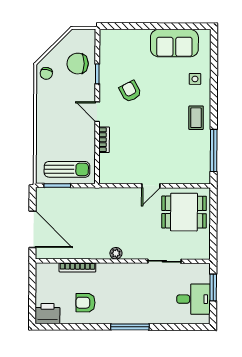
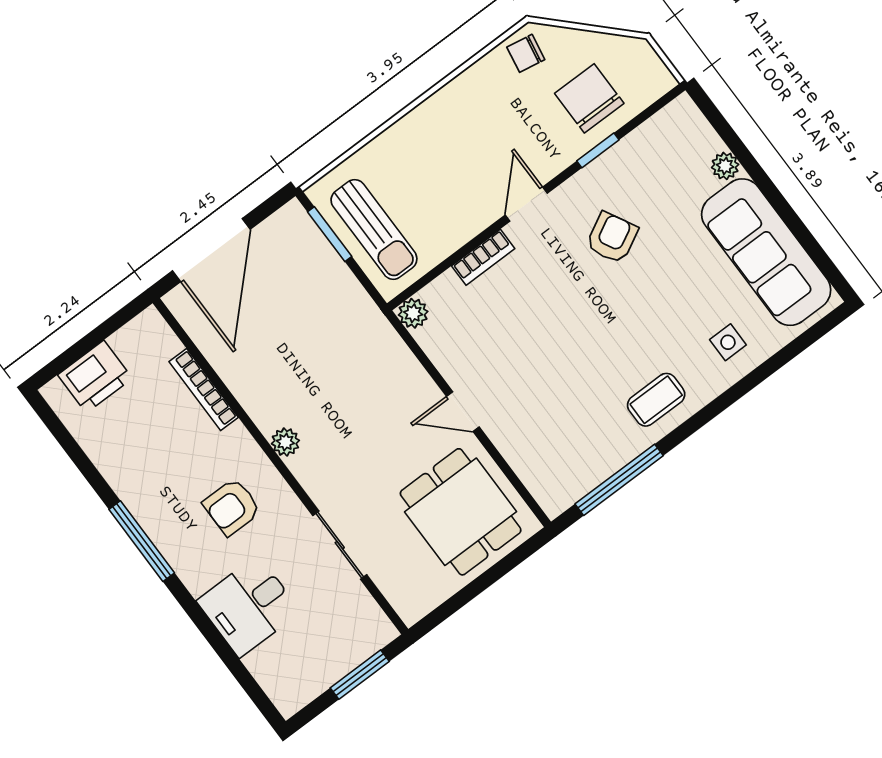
plant: (135, 35) -> (725, 166), added
sofa: (174, 43) -> (766, 252), width x1.36
plant: (105, 177) -> (413, 313), added
desk: (193, 299) -> (249, 606), moved, turned 90
armchair: (85, 303) -> (232, 507), moved, turned -90
printer: (48, 313) -> (95, 377), moved, turned 90
window: (130, 327) -> (142, 541), moved

